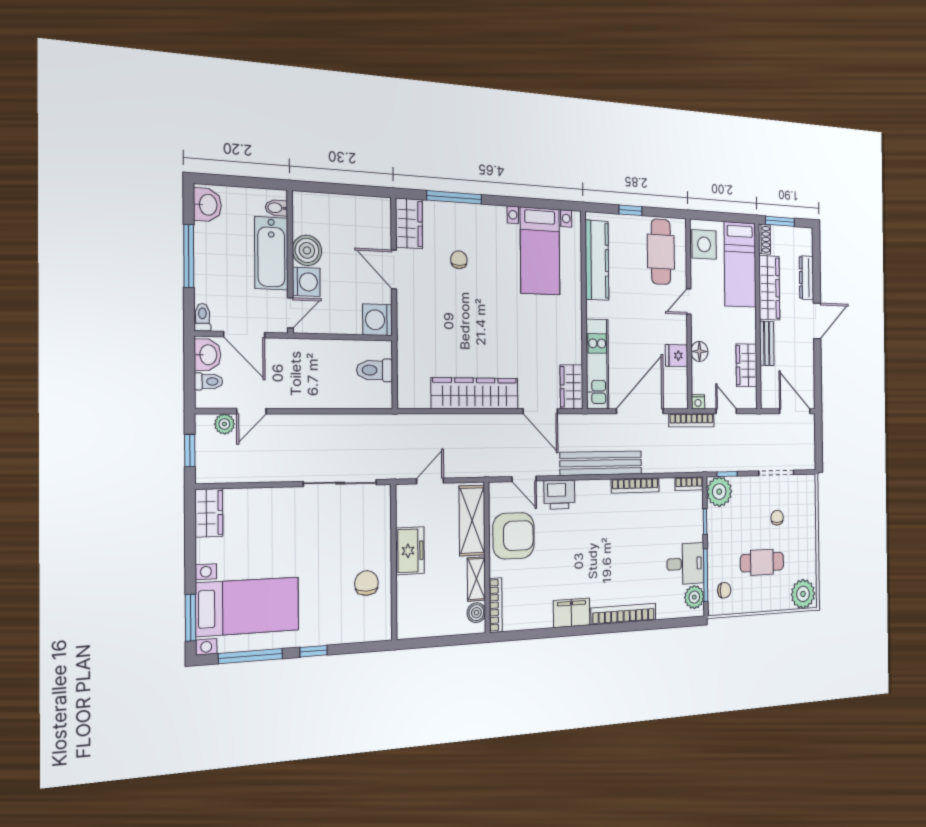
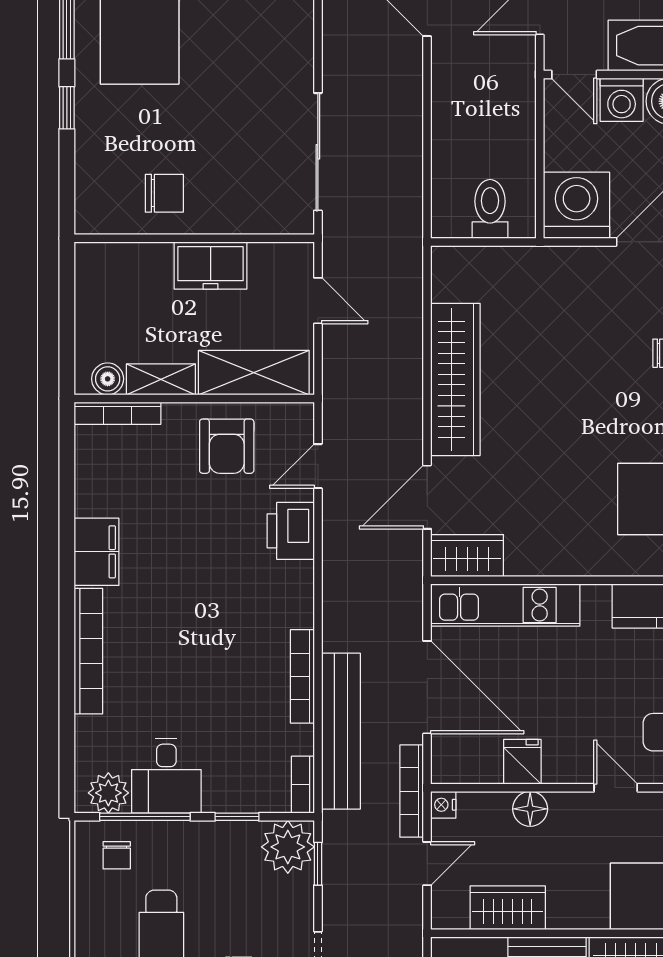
washing machine: (377, 320) -> (577, 205), width x1.37, depth x1.37
bench: (601, 463) -> (341, 731), moved
armchair: (514, 536) -> (227, 446), width x0.73, depth x0.73

